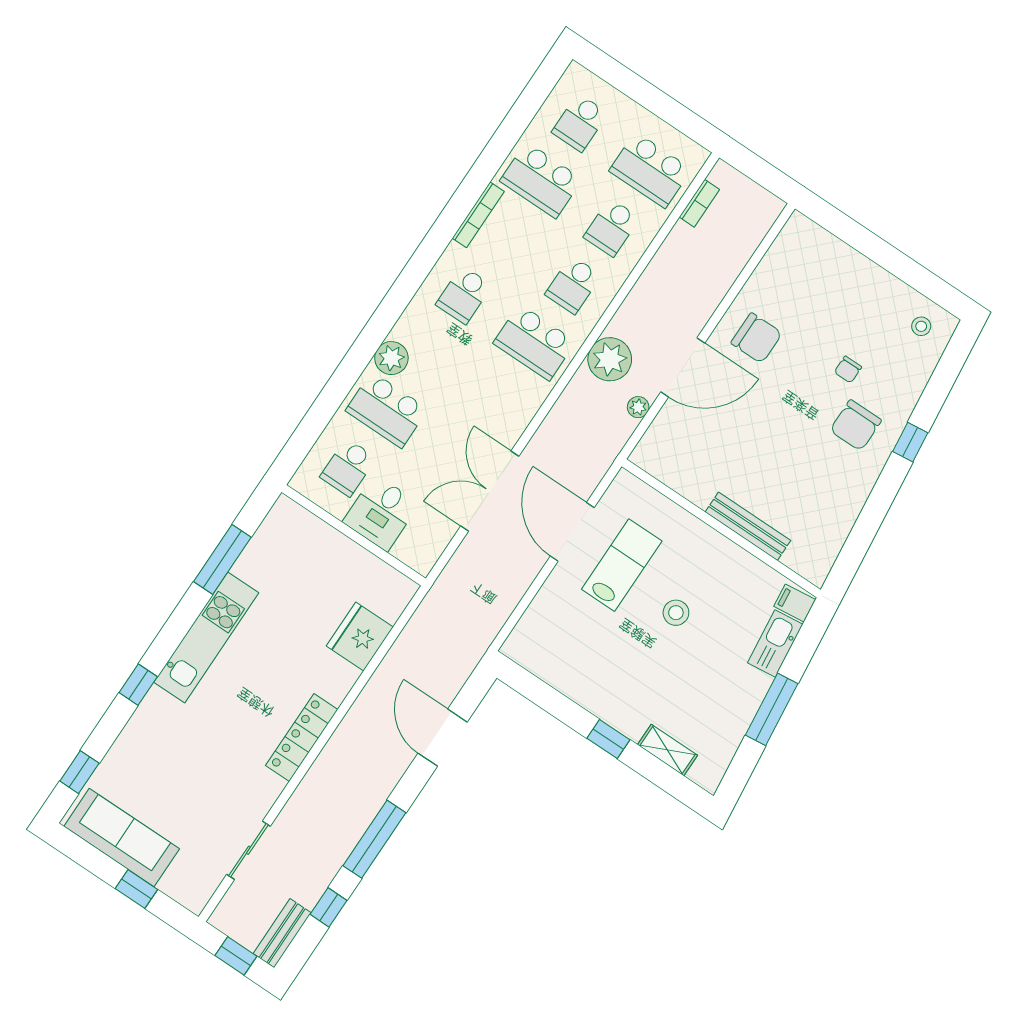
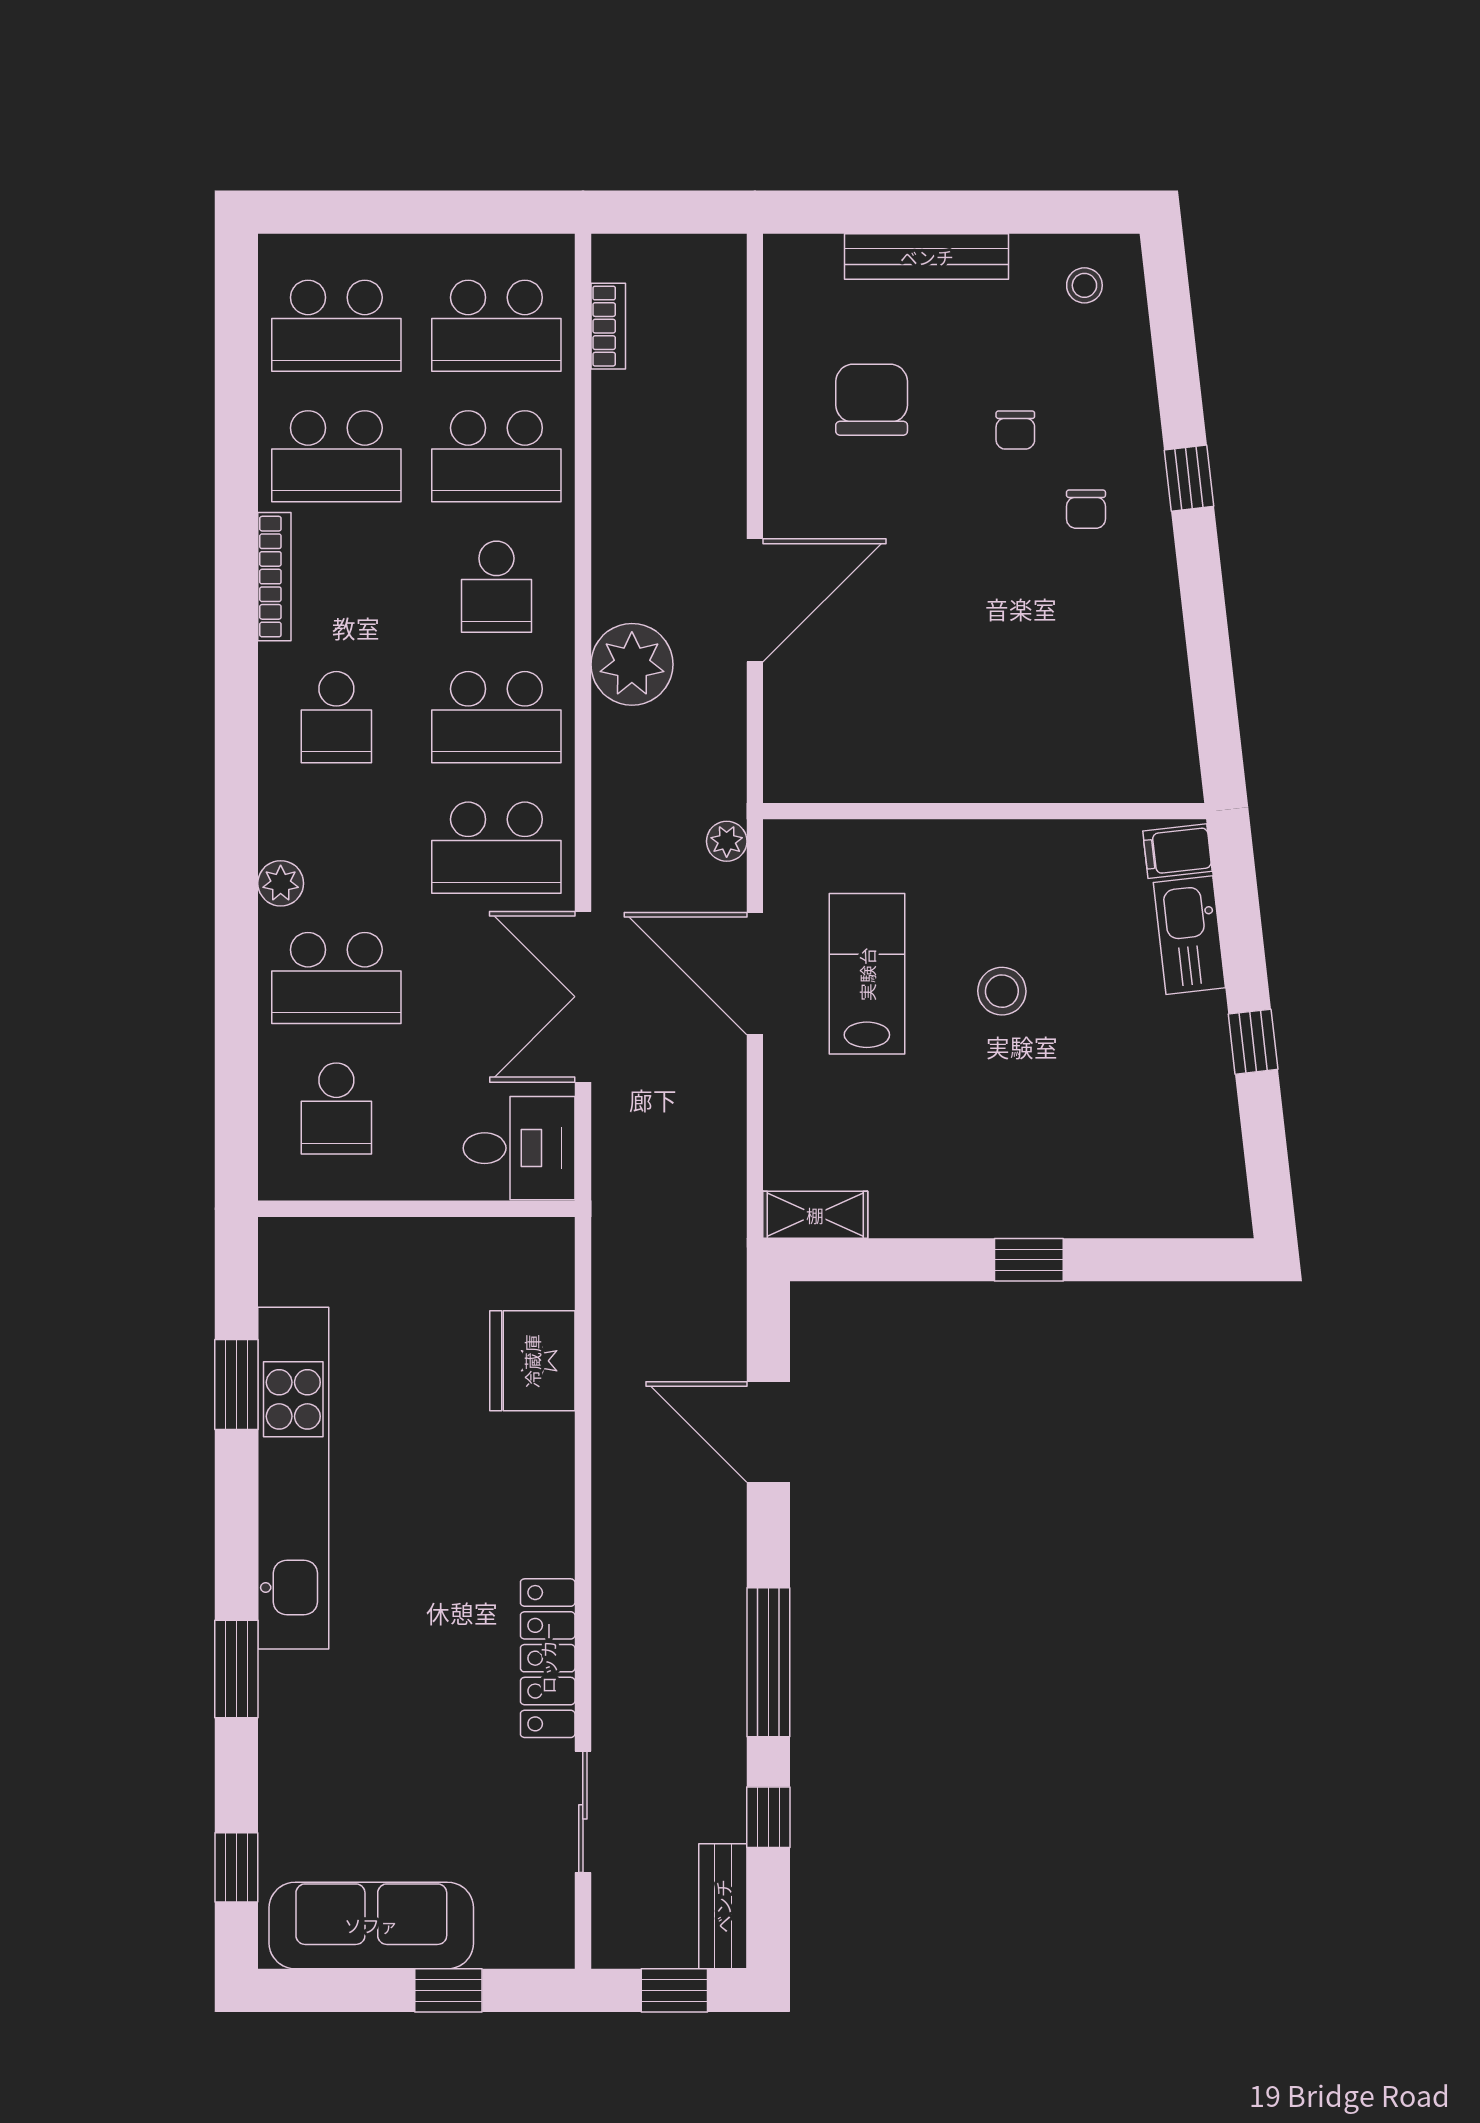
school desk: (580, 123) -> (336, 326), width x1.85
school desk: (612, 227) -> (496, 456), width x1.85
chair: (756, 338) -> (872, 400), moved, turned -90
plant: (391, 358) -> (281, 883), width x0.73, depth x0.73
school desk: (496, 400) -> (496, 848), added
plant: (638, 407) -> (727, 841), moved
chair: (856, 425) -> (1086, 509), width x0.54, depth x0.54
desk: (381, 513) -> (519, 1148), moved, turned -90
bench: (748, 526) -> (927, 257), moved
window: (222, 559) -> (236, 1384), width x0.69
kitchen unit: (206, 638) -> (293, 1478), width x1.36
window: (138, 685) -> (236, 1669), width x1.50
window: (772, 709) -> (1253, 1042), width x0.46
locker: (302, 737) -> (548, 1658), moved
shelving: (668, 750) -> (815, 1215), moved

